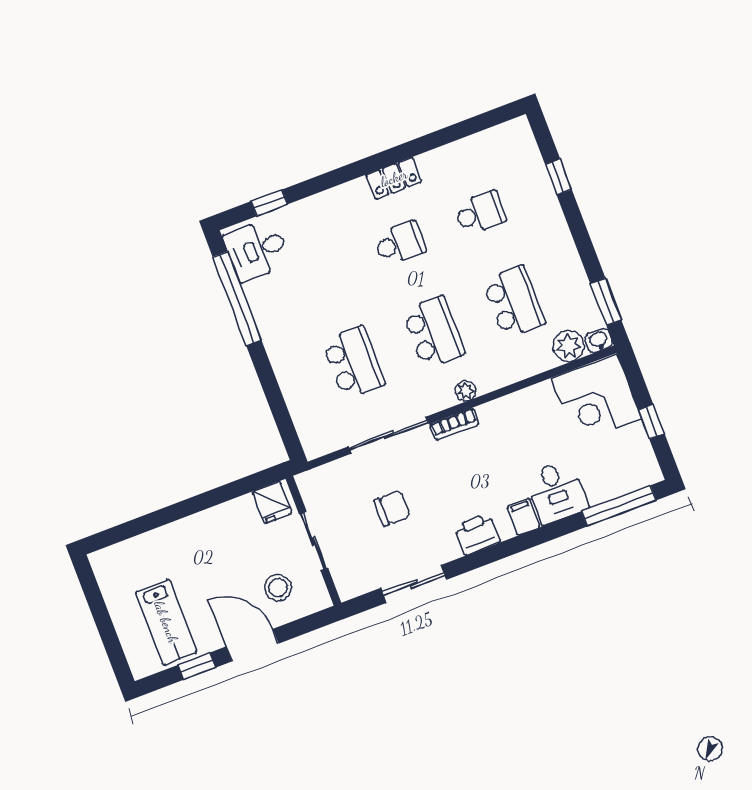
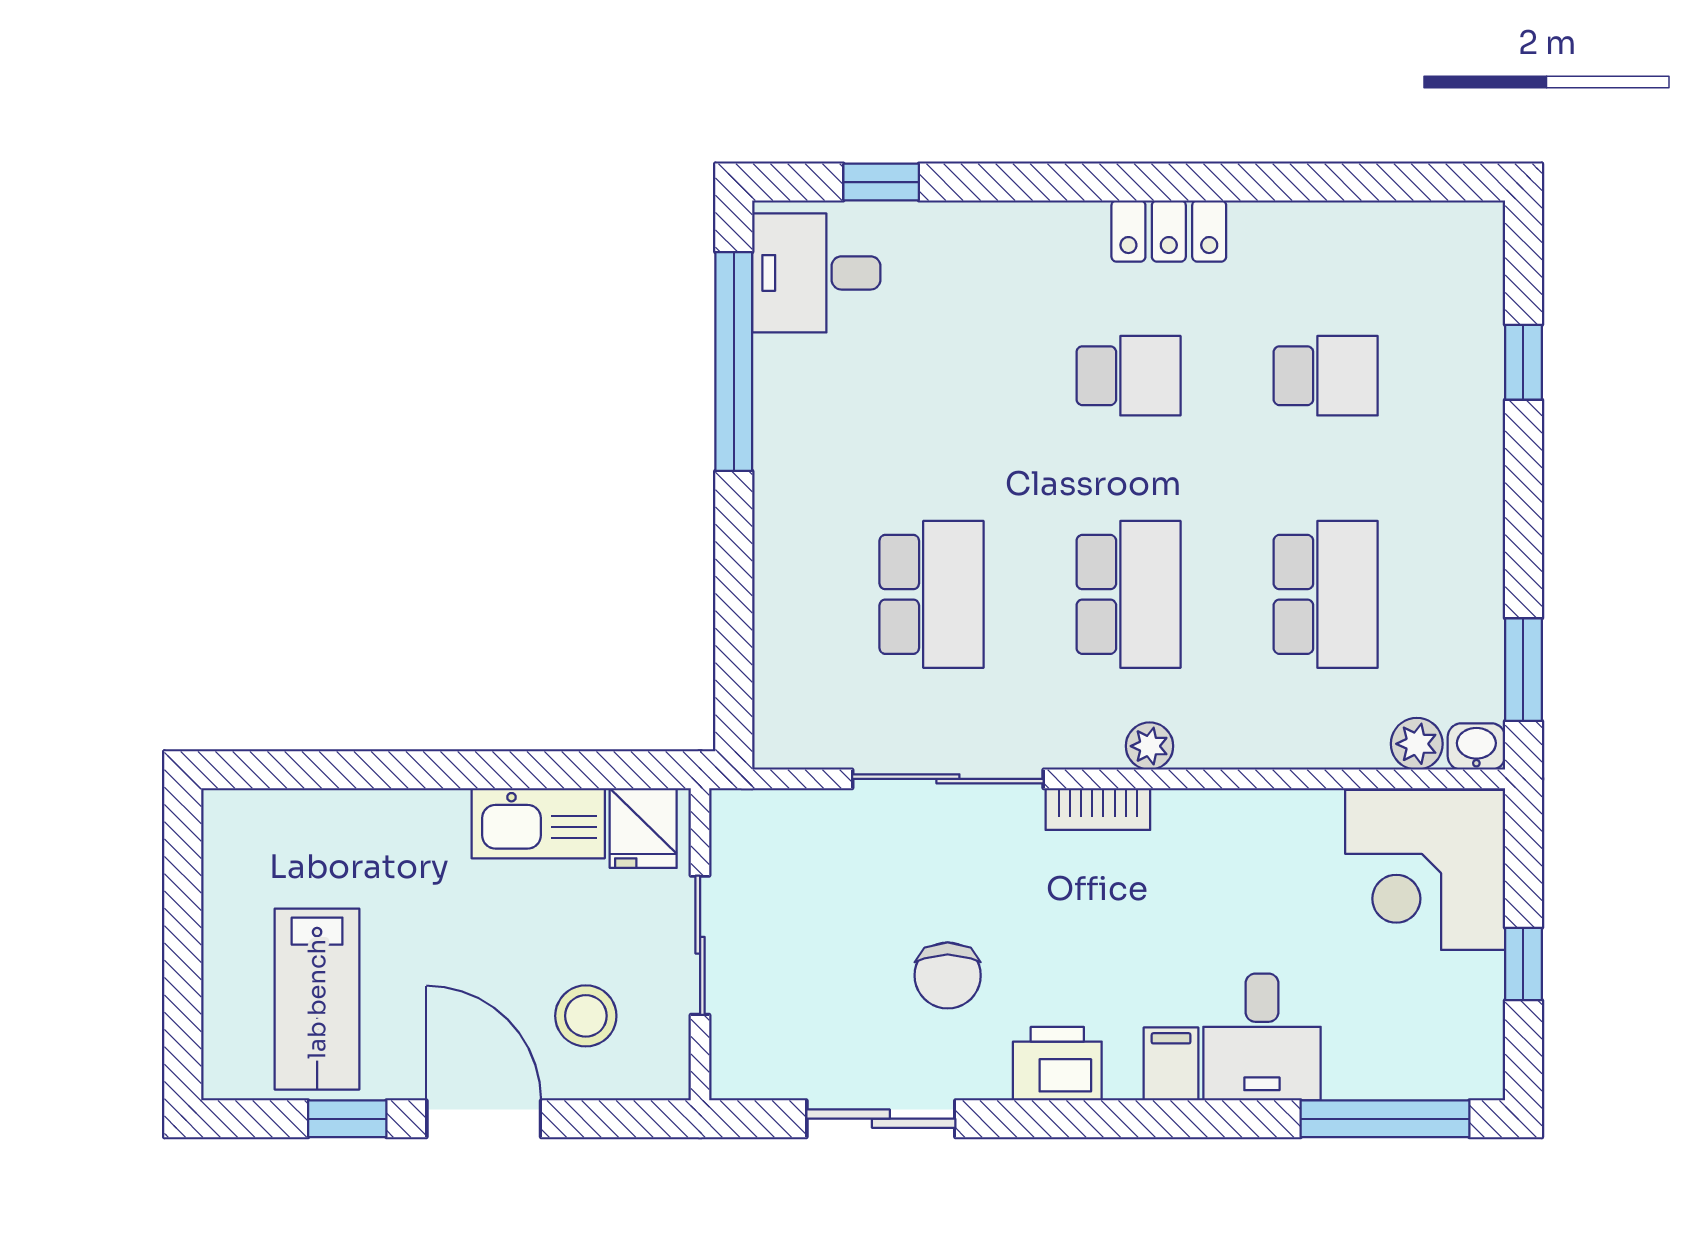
plant: (568, 346) -> (1417, 744), width x0.73, depth x0.73
chair: (392, 508) -> (948, 975), moved, turned 90
kitchen sink: (229, 517) -> (538, 823), added

